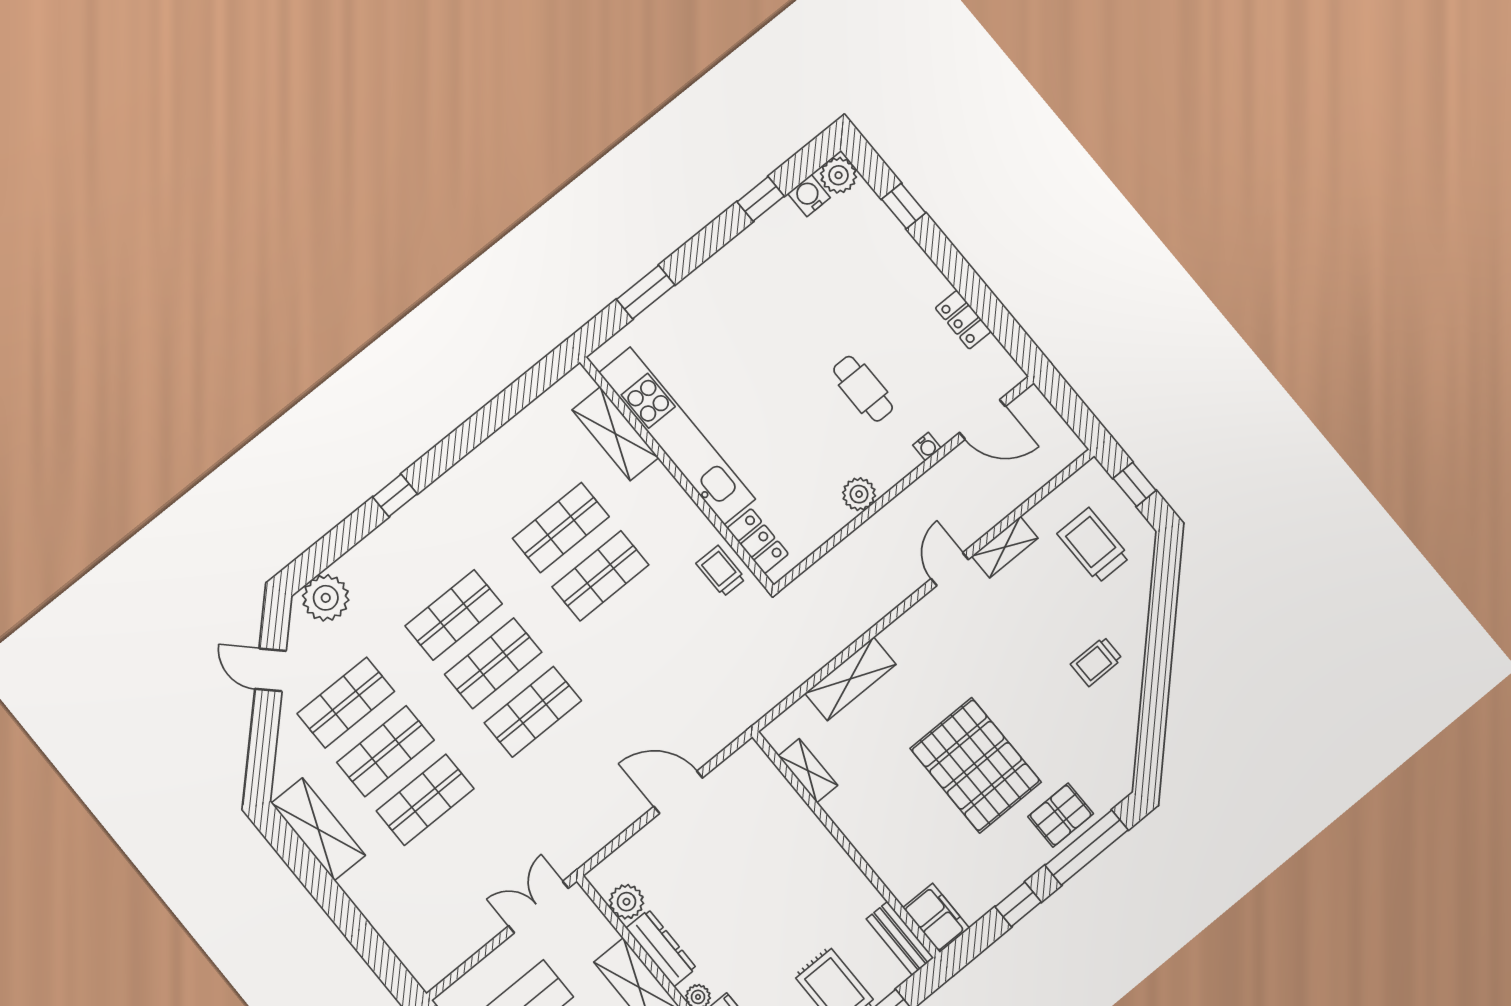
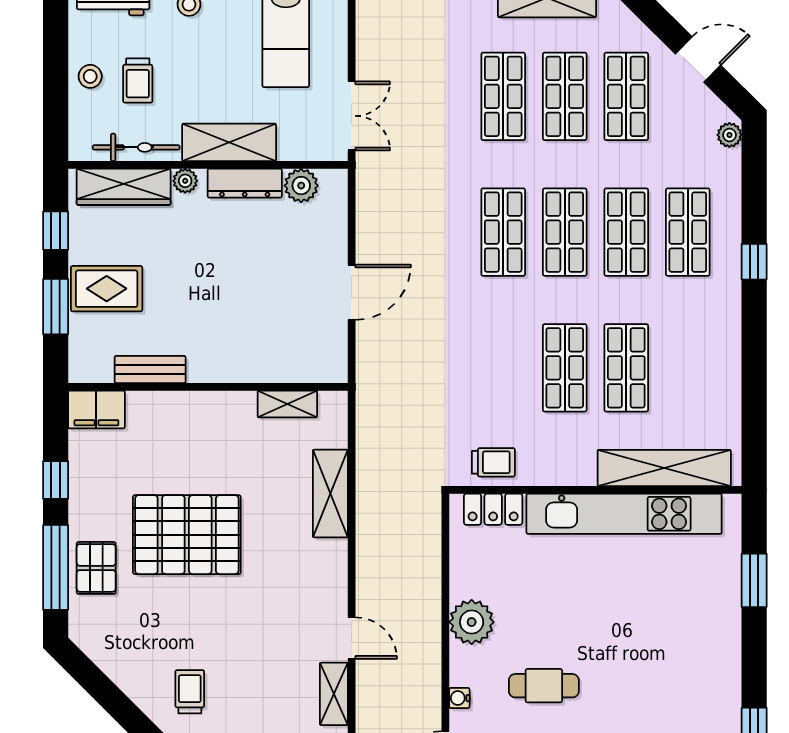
shelving: (615, 434) -> (664, 468), width x1.47
plant: (859, 494) -> (472, 622), width x1.36, depth x1.36
shop shelf: (414, 566) -> (688, 232), added
plant: (326, 598) -> (729, 135), width x0.53, depth x0.53
bench: (900, 938) -> (150, 369), moved

